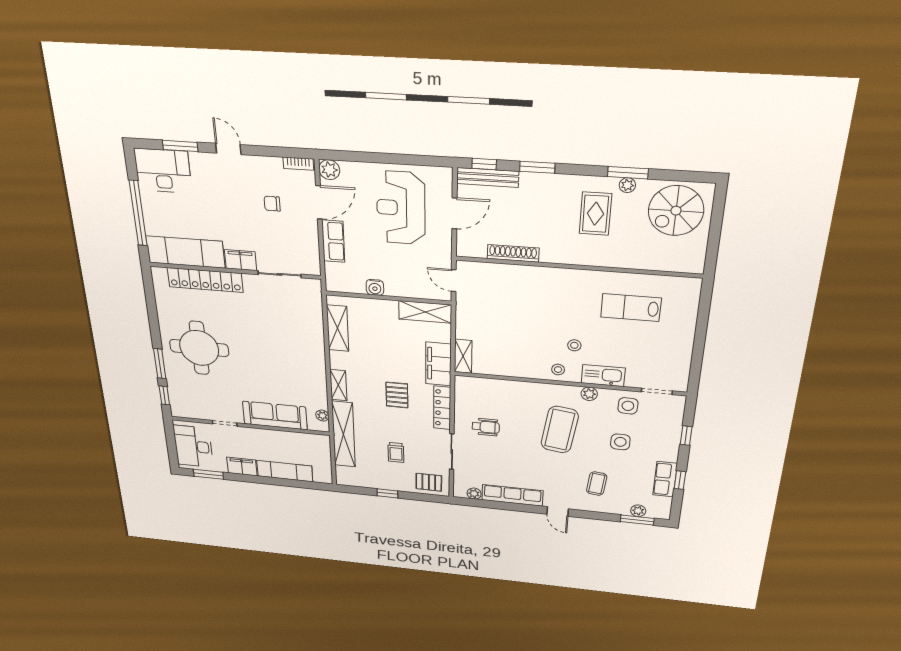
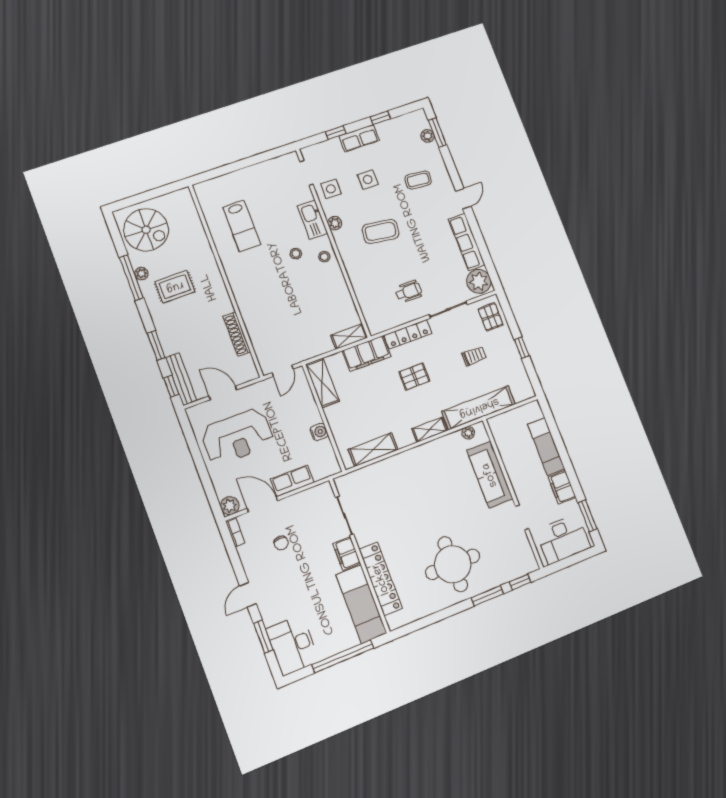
window: (628, 173) -> (131, 278), width x1.44
wheelchair: (486, 427) -> (409, 291), turned 90
coffee table: (560, 430) -> (381, 231), width x0.73, depth x0.76
row of seats: (665, 479) -> (359, 138), moved
plant: (474, 494) -> (479, 281), width x1.87, depth x1.87

